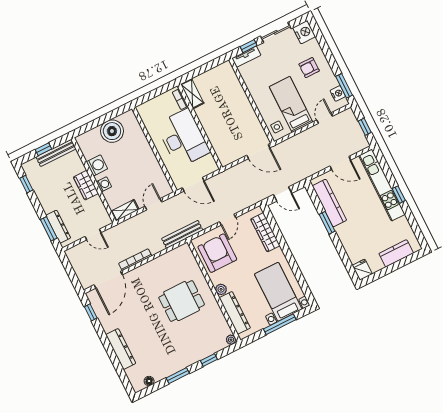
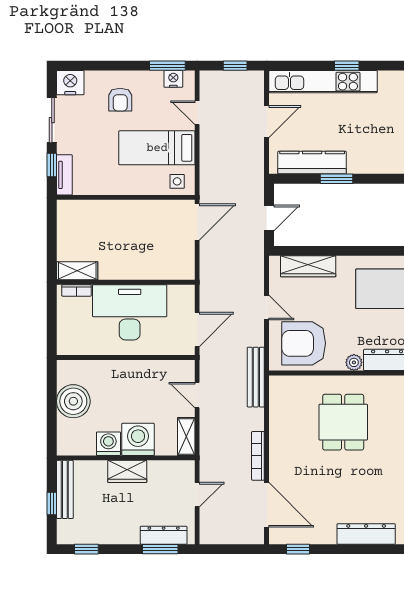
washing machine: (104, 184) -> (138, 439), width x1.89, depth x1.89

